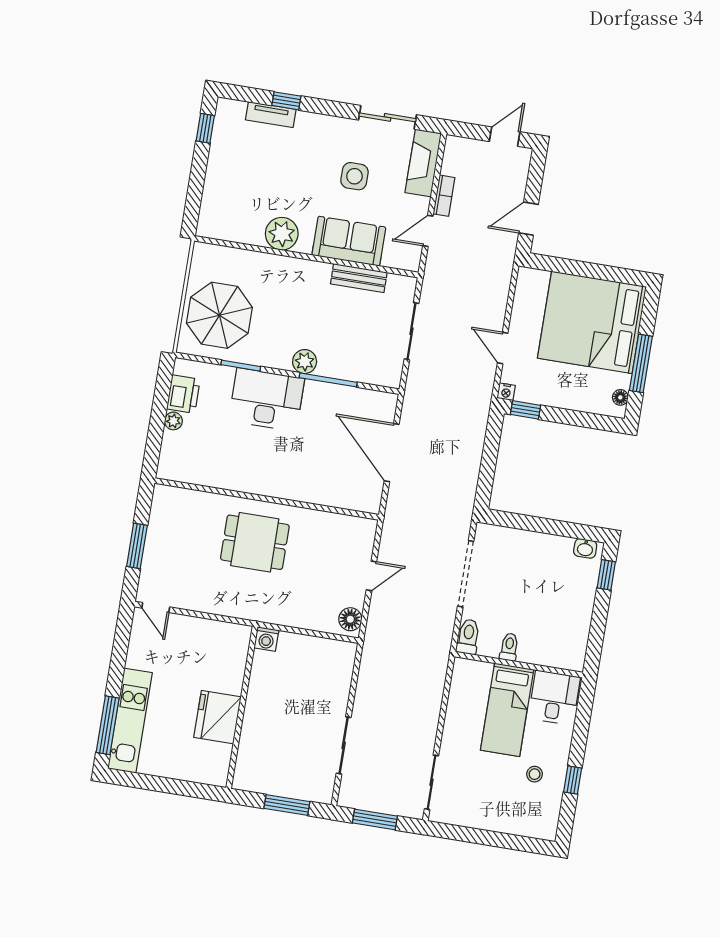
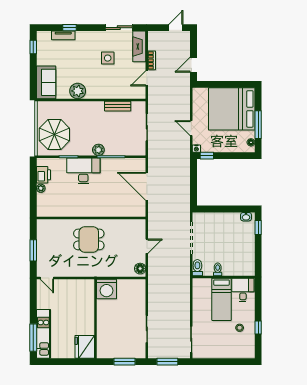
sofa: (349, 241) -> (46, 82), moved, turned 90
washing machine: (266, 639) -> (107, 289), width x1.89, depth x1.89
fridge: (217, 717) -> (85, 347), moved

